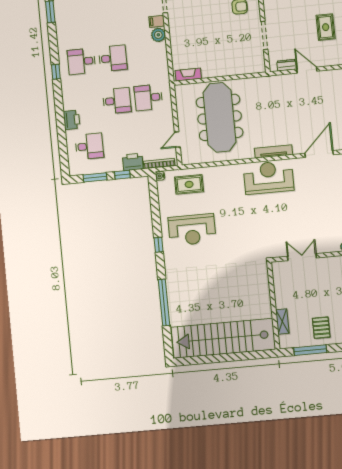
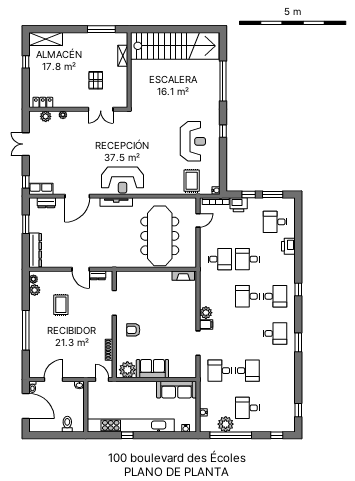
desk: (77, 19) -> (275, 333), added
rug: (189, 184) -> (192, 181), turned 90
reception desk: (192, 230) -> (193, 141), turned 90
pallet: (321, 328) -> (96, 80), moved

